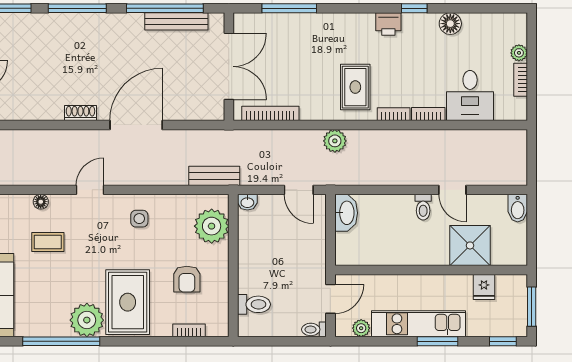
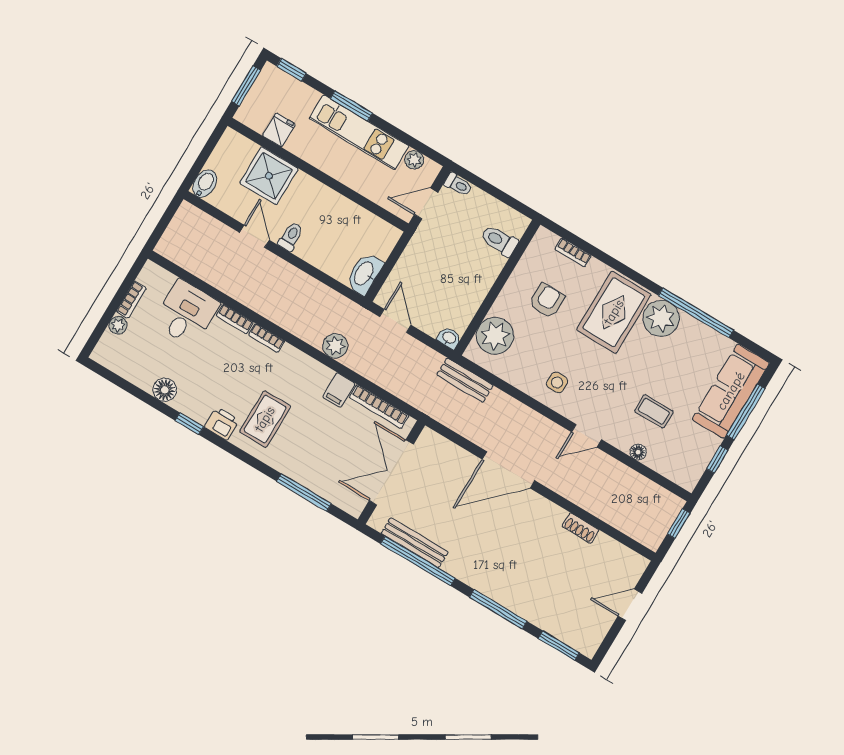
rug: (355, 87) -> (265, 419), moved
filing cabinet: (311, 107) -> (339, 390), added
shoe rack: (80, 113) -> (581, 528), moved

